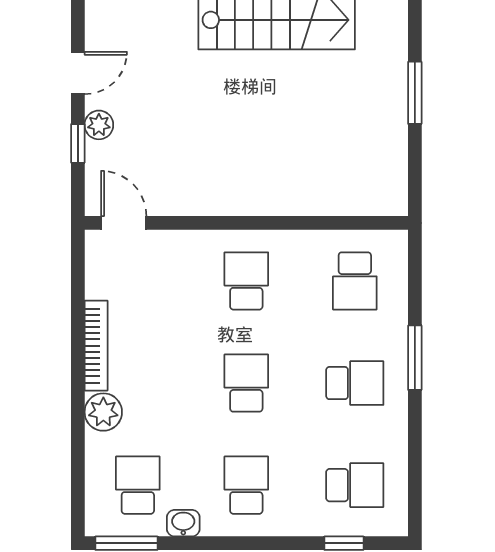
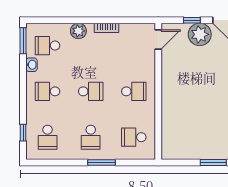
plant: (99, 125) -> (200, 34), width x1.87, depth x1.87
bookcase: (96, 346) -> (106, 28), width x0.64
school desk: (138, 485) -> (48, 46), turned 180
school desk: (246, 485) -> (48, 91), turned 180

